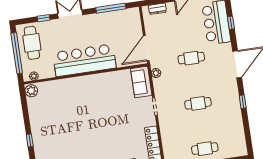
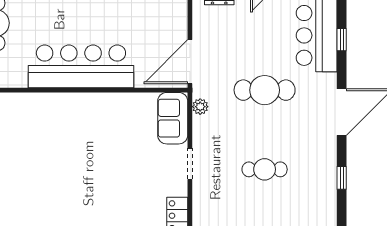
cafe table: (191, 58) -> (265, 90), width x1.37, depth x1.35

